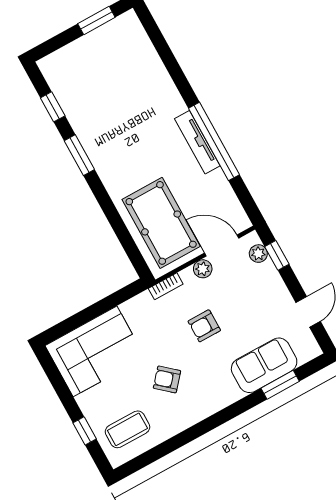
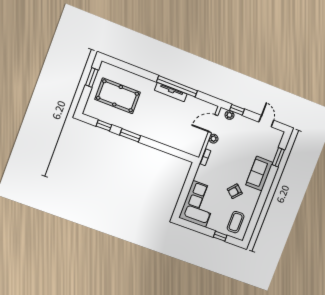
pool table: (161, 223) -> (118, 96), moved
armchair: (204, 326) -> (232, 160), removed
sofa: (264, 365) -> (259, 174), moved

